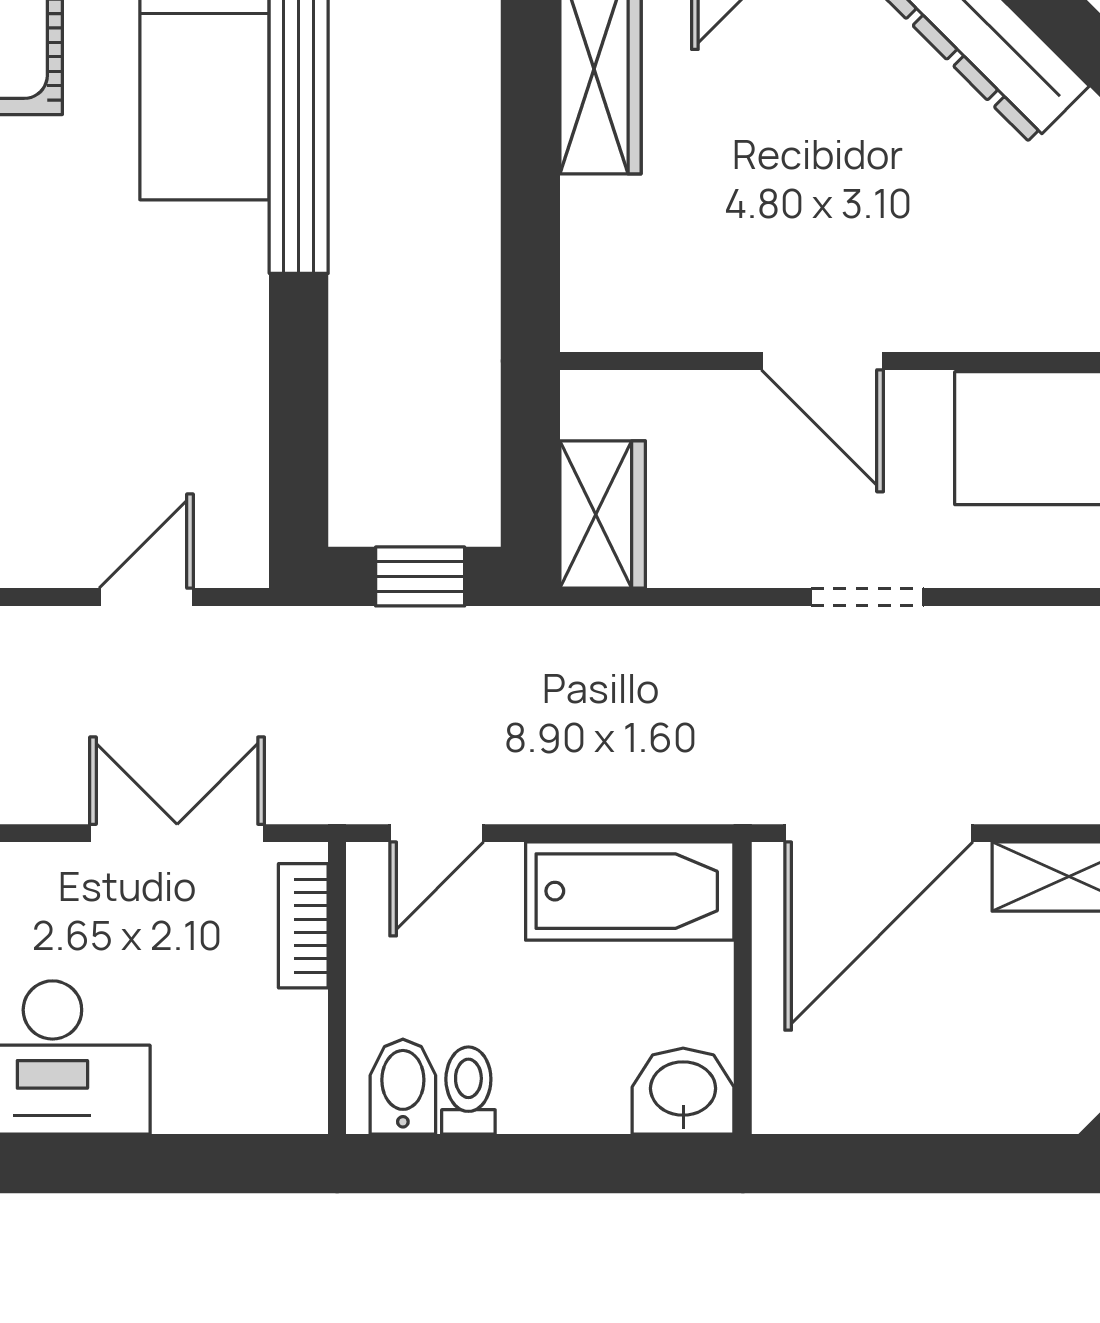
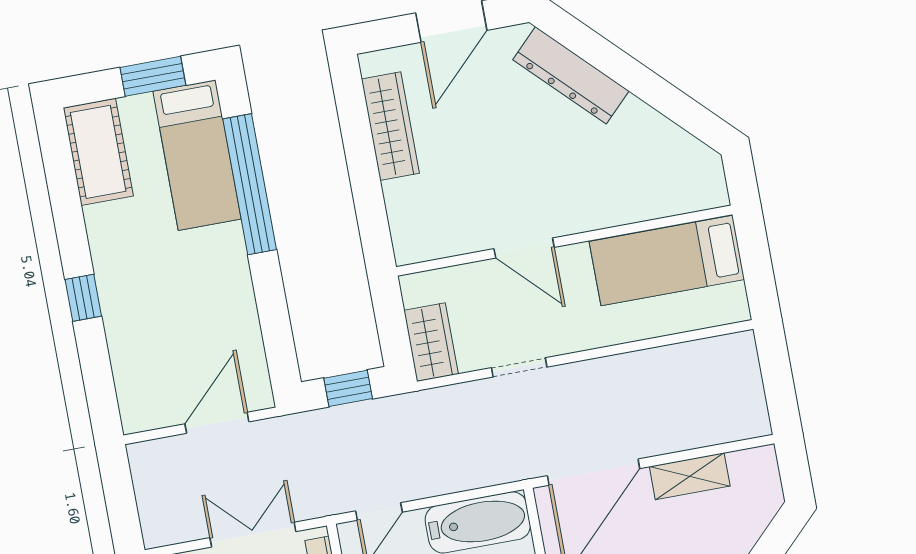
door: (146, 597) -> (217, 423), width x1.38
doorway: (867, 597) -> (519, 367), moved

